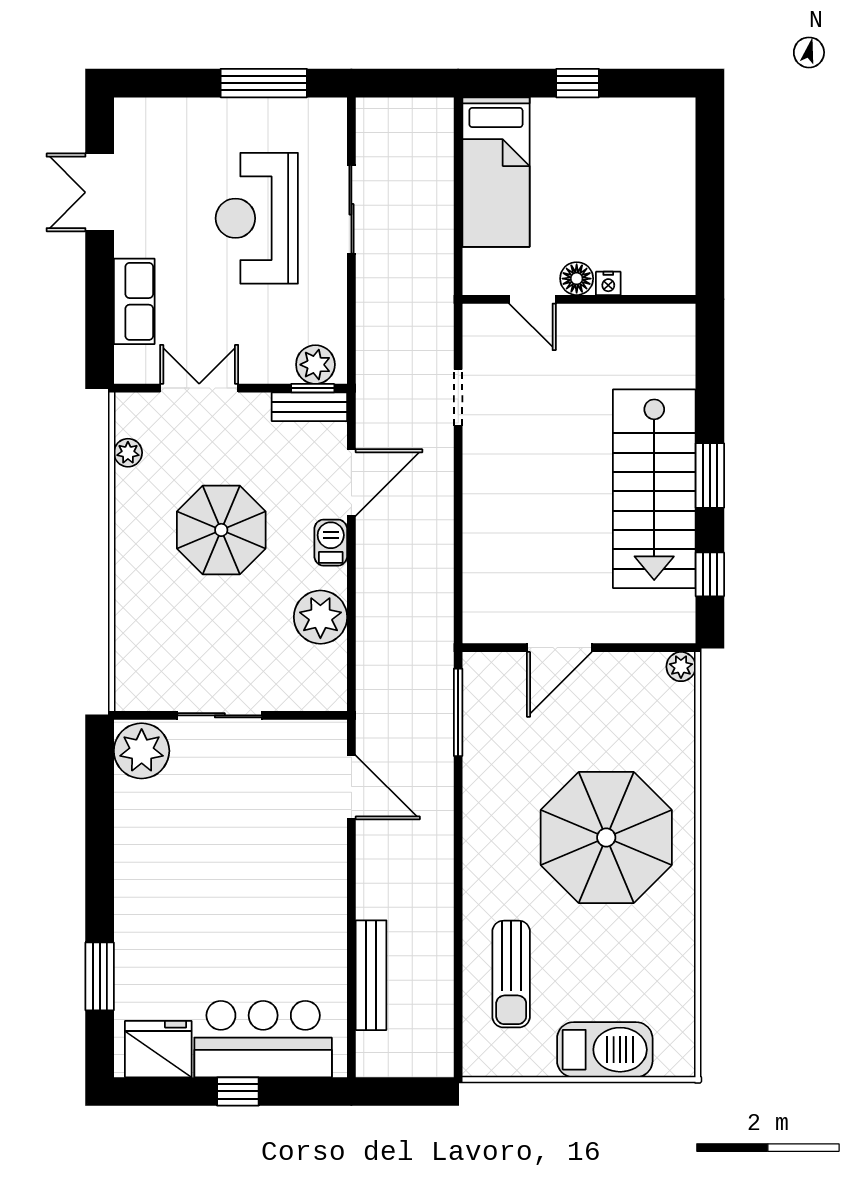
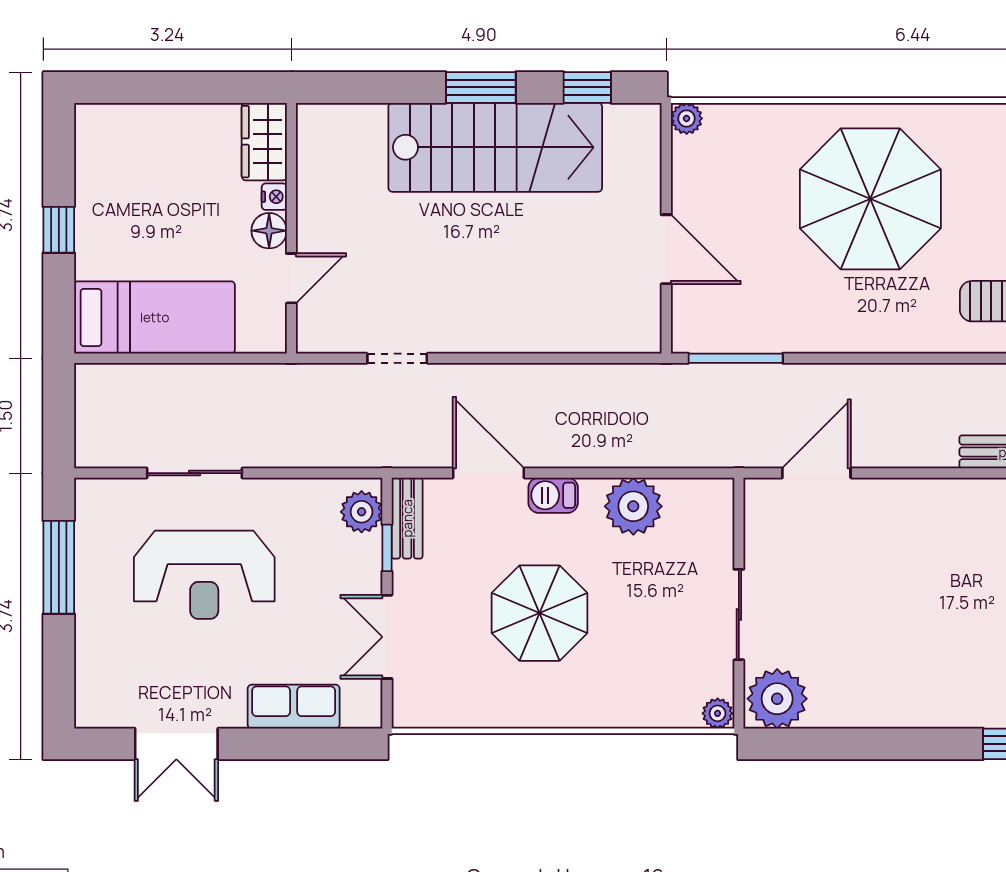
wardrobe: (660, 274) -> (264, 142), added
window: (313, 388) -> (387, 548), moved
plant: (128, 453) -> (718, 713), moved

